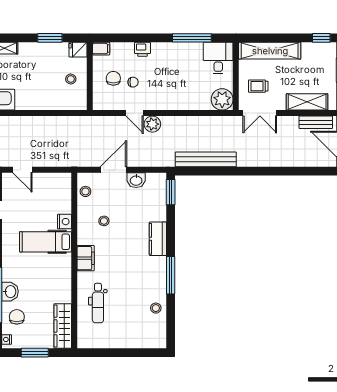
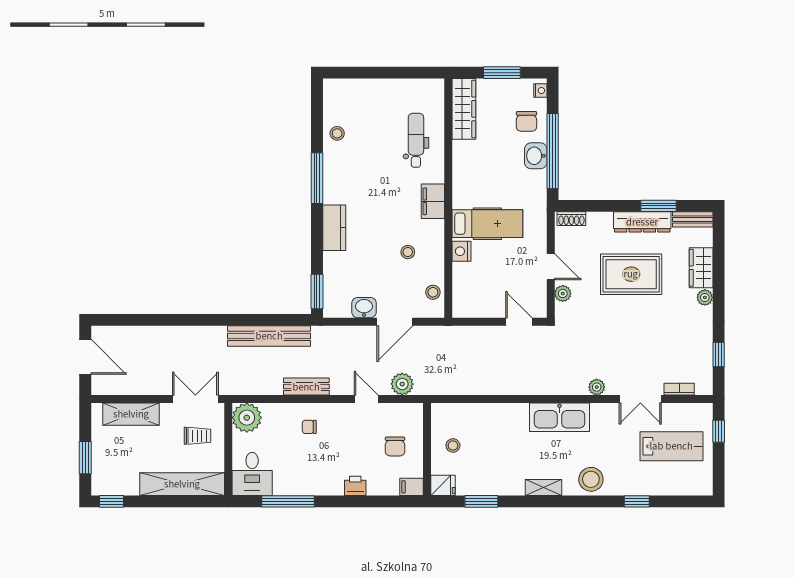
chair: (133, 82) -> (309, 427), moved
bench: (316, 122) -> (306, 387), moved
plant: (152, 124) -> (402, 384), moved

